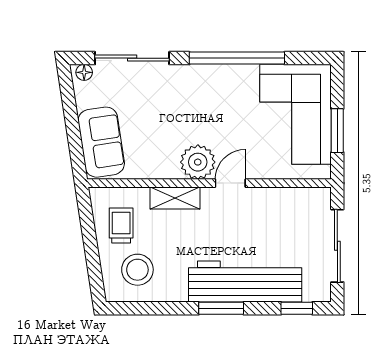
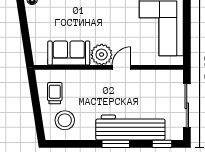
window: (337, 131) -> (187, 35), removed
sofa: (101, 142) -> (69, 53), moved, turned -81
shelving: (175, 198) -> (88, 76), removed

